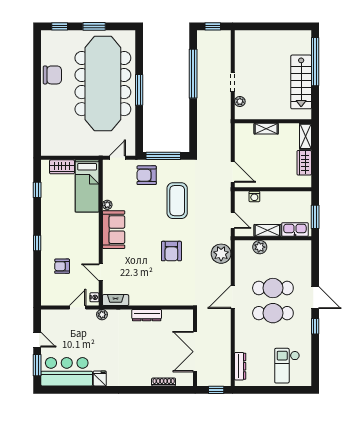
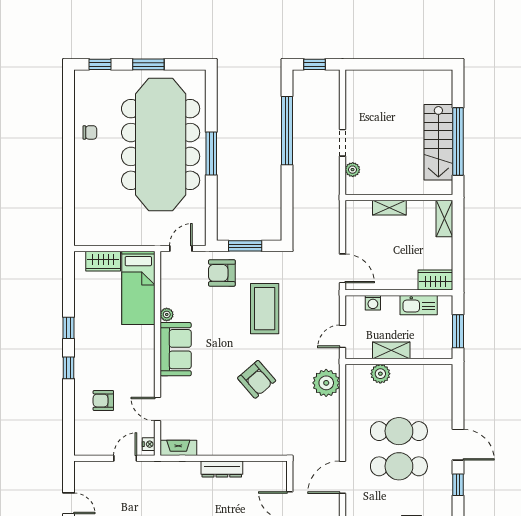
window: (315, 62) -> (458, 141), moved
chair: (52, 75) -> (90, 132), width x0.54, depth x0.54
window: (163, 156) -> (245, 246), width x0.69
wardrobe: (304, 163) -> (435, 280), moved, turned 90
window: (37, 190) -> (68, 328), moved
door: (233, 220) -> (343, 336), swing flipped
kitchen sink: (295, 229) -> (419, 305), moved, turned 180
armchair: (171, 251) -> (257, 379), turned -41
door: (233, 297) -> (343, 477), moved
plant: (102, 315) -> (159, 468), removed

